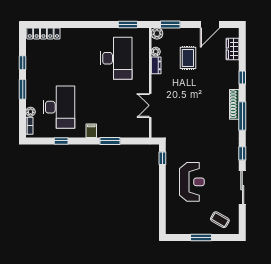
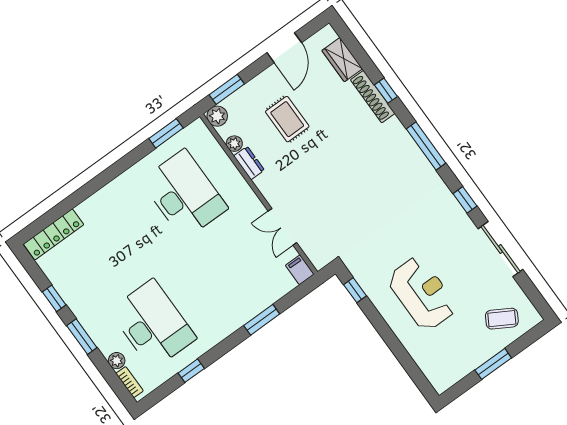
shoe rack: (234, 104) -> (373, 97), moved
filing cabinet: (91, 131) -> (300, 270), moved

